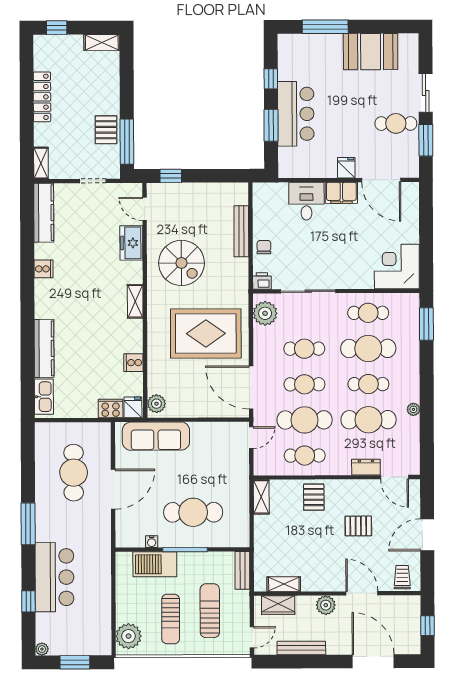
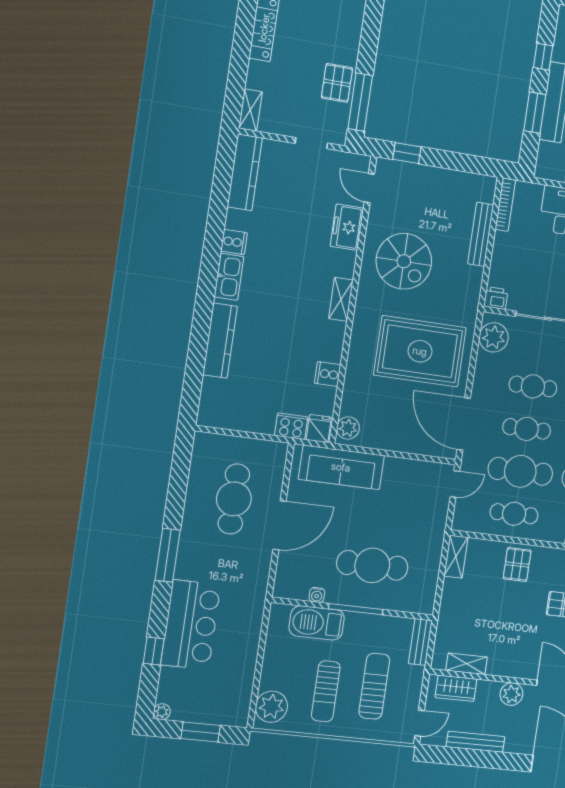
bookcase: (258, 204) -> (505, 205), added
chair: (264, 247) -> (504, 258), removed
kitchen sink: (44, 397) -> (229, 277), moved

